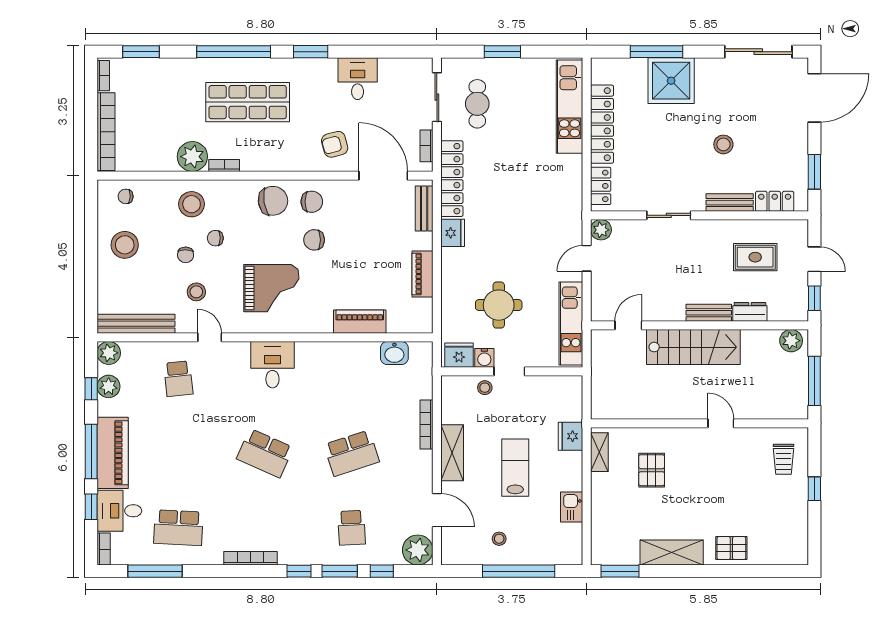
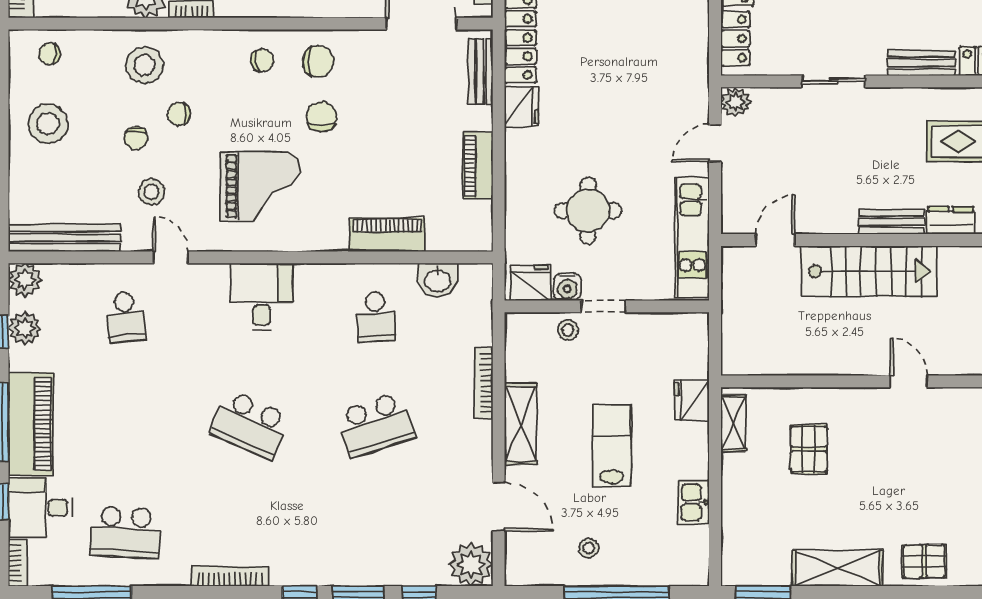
chair: (273, 201) -> (262, 60), width x0.54, depth x0.54
chair: (314, 240) -> (321, 117), turned 90
school desk: (352, 528) -> (376, 317), moved

